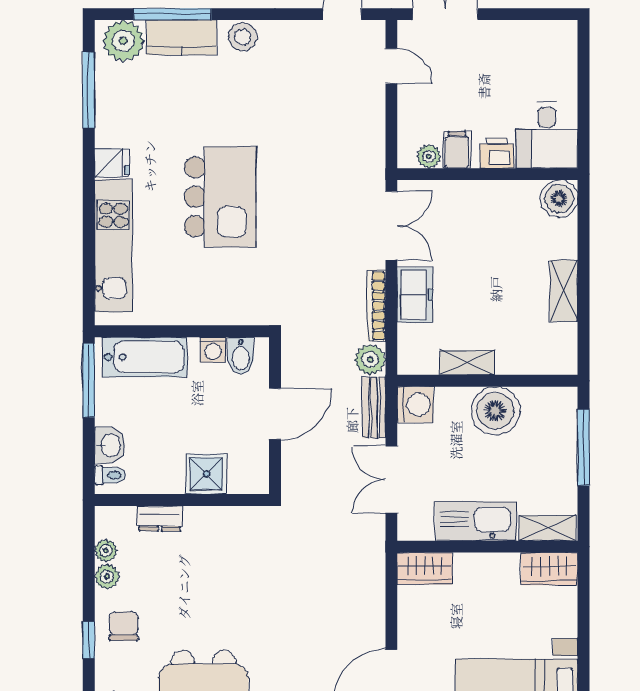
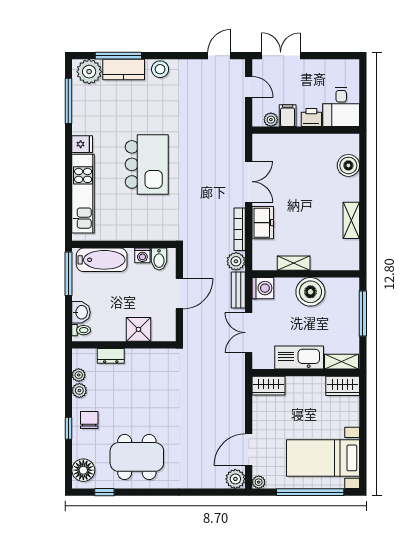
desk: (547, 135) -> (341, 107), moved
filing cabinet: (457, 150) -> (288, 116), moved
printer: (497, 153) -> (311, 118), moved
plant: (429, 156) -> (271, 120), moved
wall: (487, 174) -> (306, 130), moved

